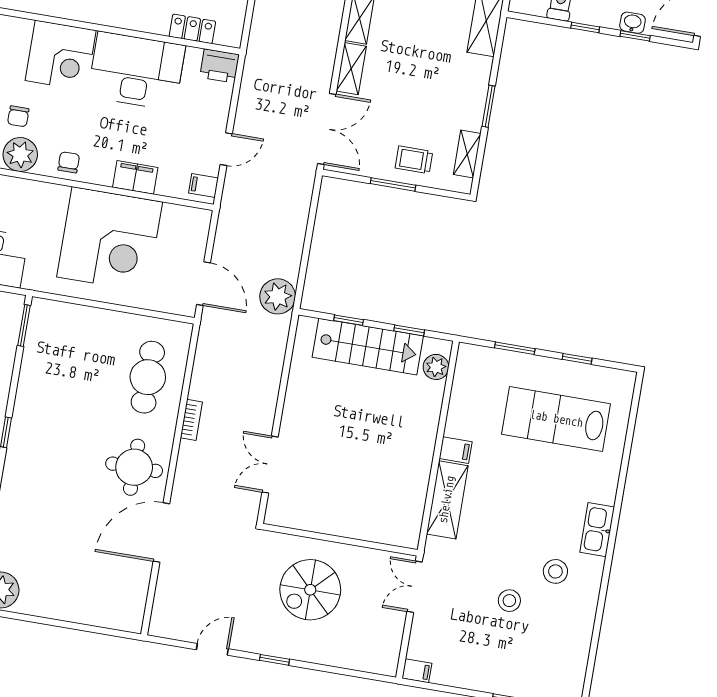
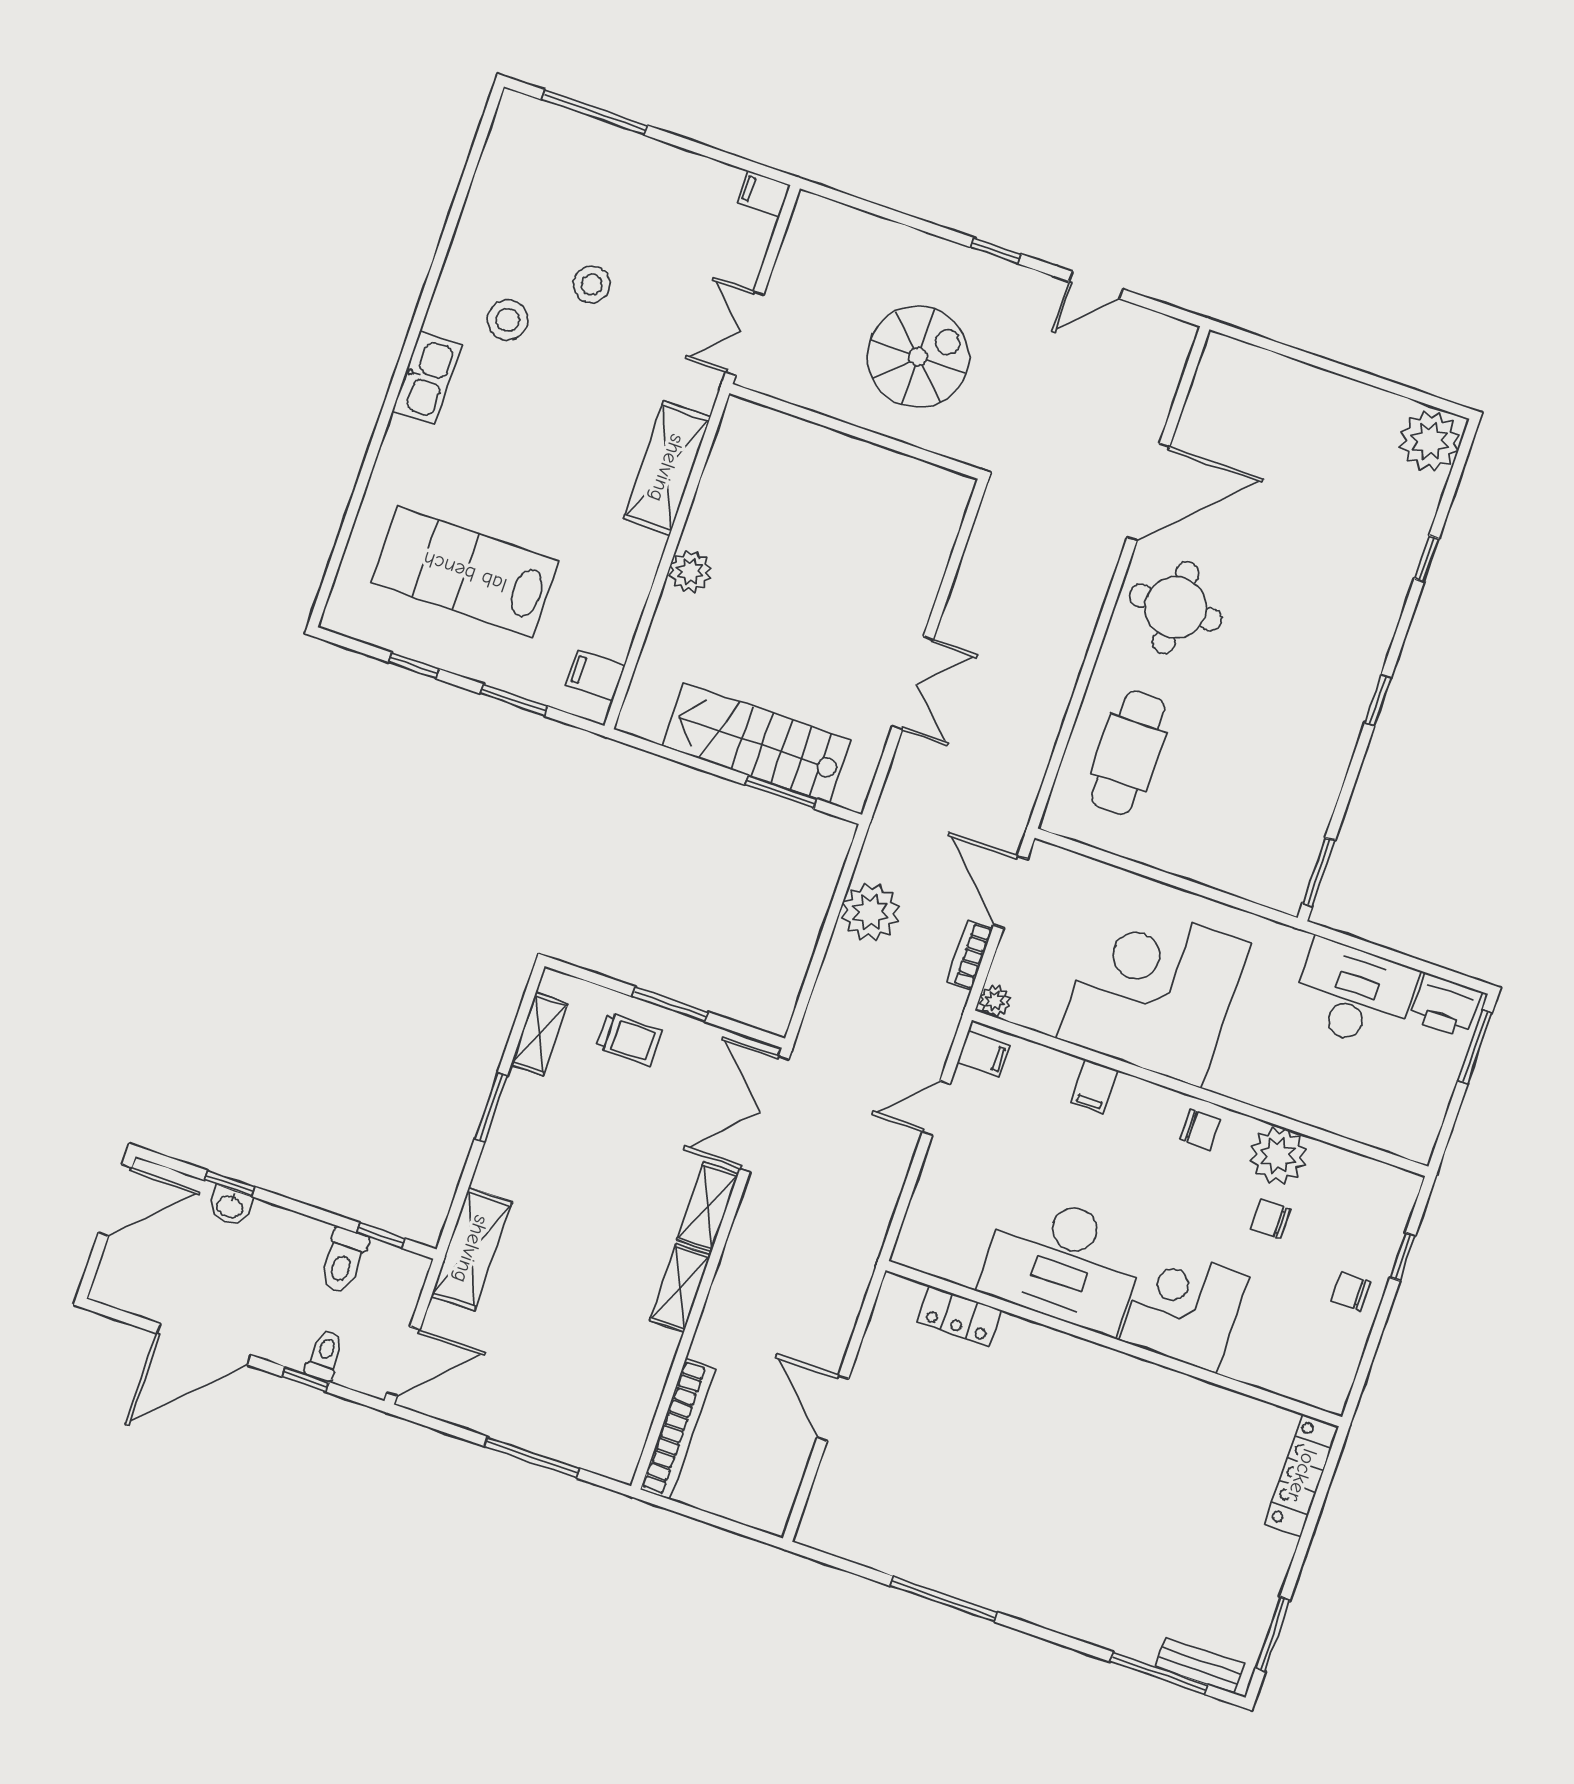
window: (585, 27) -> (381, 1236), moved
printer: (219, 66) -> (925, 1247), removed
chair: (18, 116) -> (1271, 1219), turned -90
chair: (69, 162) -> (1200, 1129), turned -90
filing cabinet: (135, 177) -> (1094, 1086), width x0.50
plant: (202, 218) -> (995, 1001), added
plant: (278, 296) -> (870, 912), moved
window: (349, 320) -> (781, 792), width x1.50
window: (409, 330) -> (684, 758), removed
plant: (436, 367) -> (690, 572), moved
lab bench: (556, 419) -> (465, 572), turned 180
bookcase: (191, 420) -> (970, 955), moved
filing cabinet: (456, 450) -> (596, 675), moved
double door: (270, 465) -> (913, 683), moved
double door: (415, 587) -> (745, 333), swing flipped

